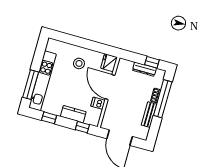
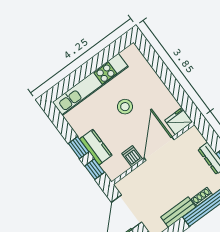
stool: (79, 63) -> (125, 107), moved
window: (31, 85) -> (74, 79), removed
window: (49, 118) -> (79, 148), moved

